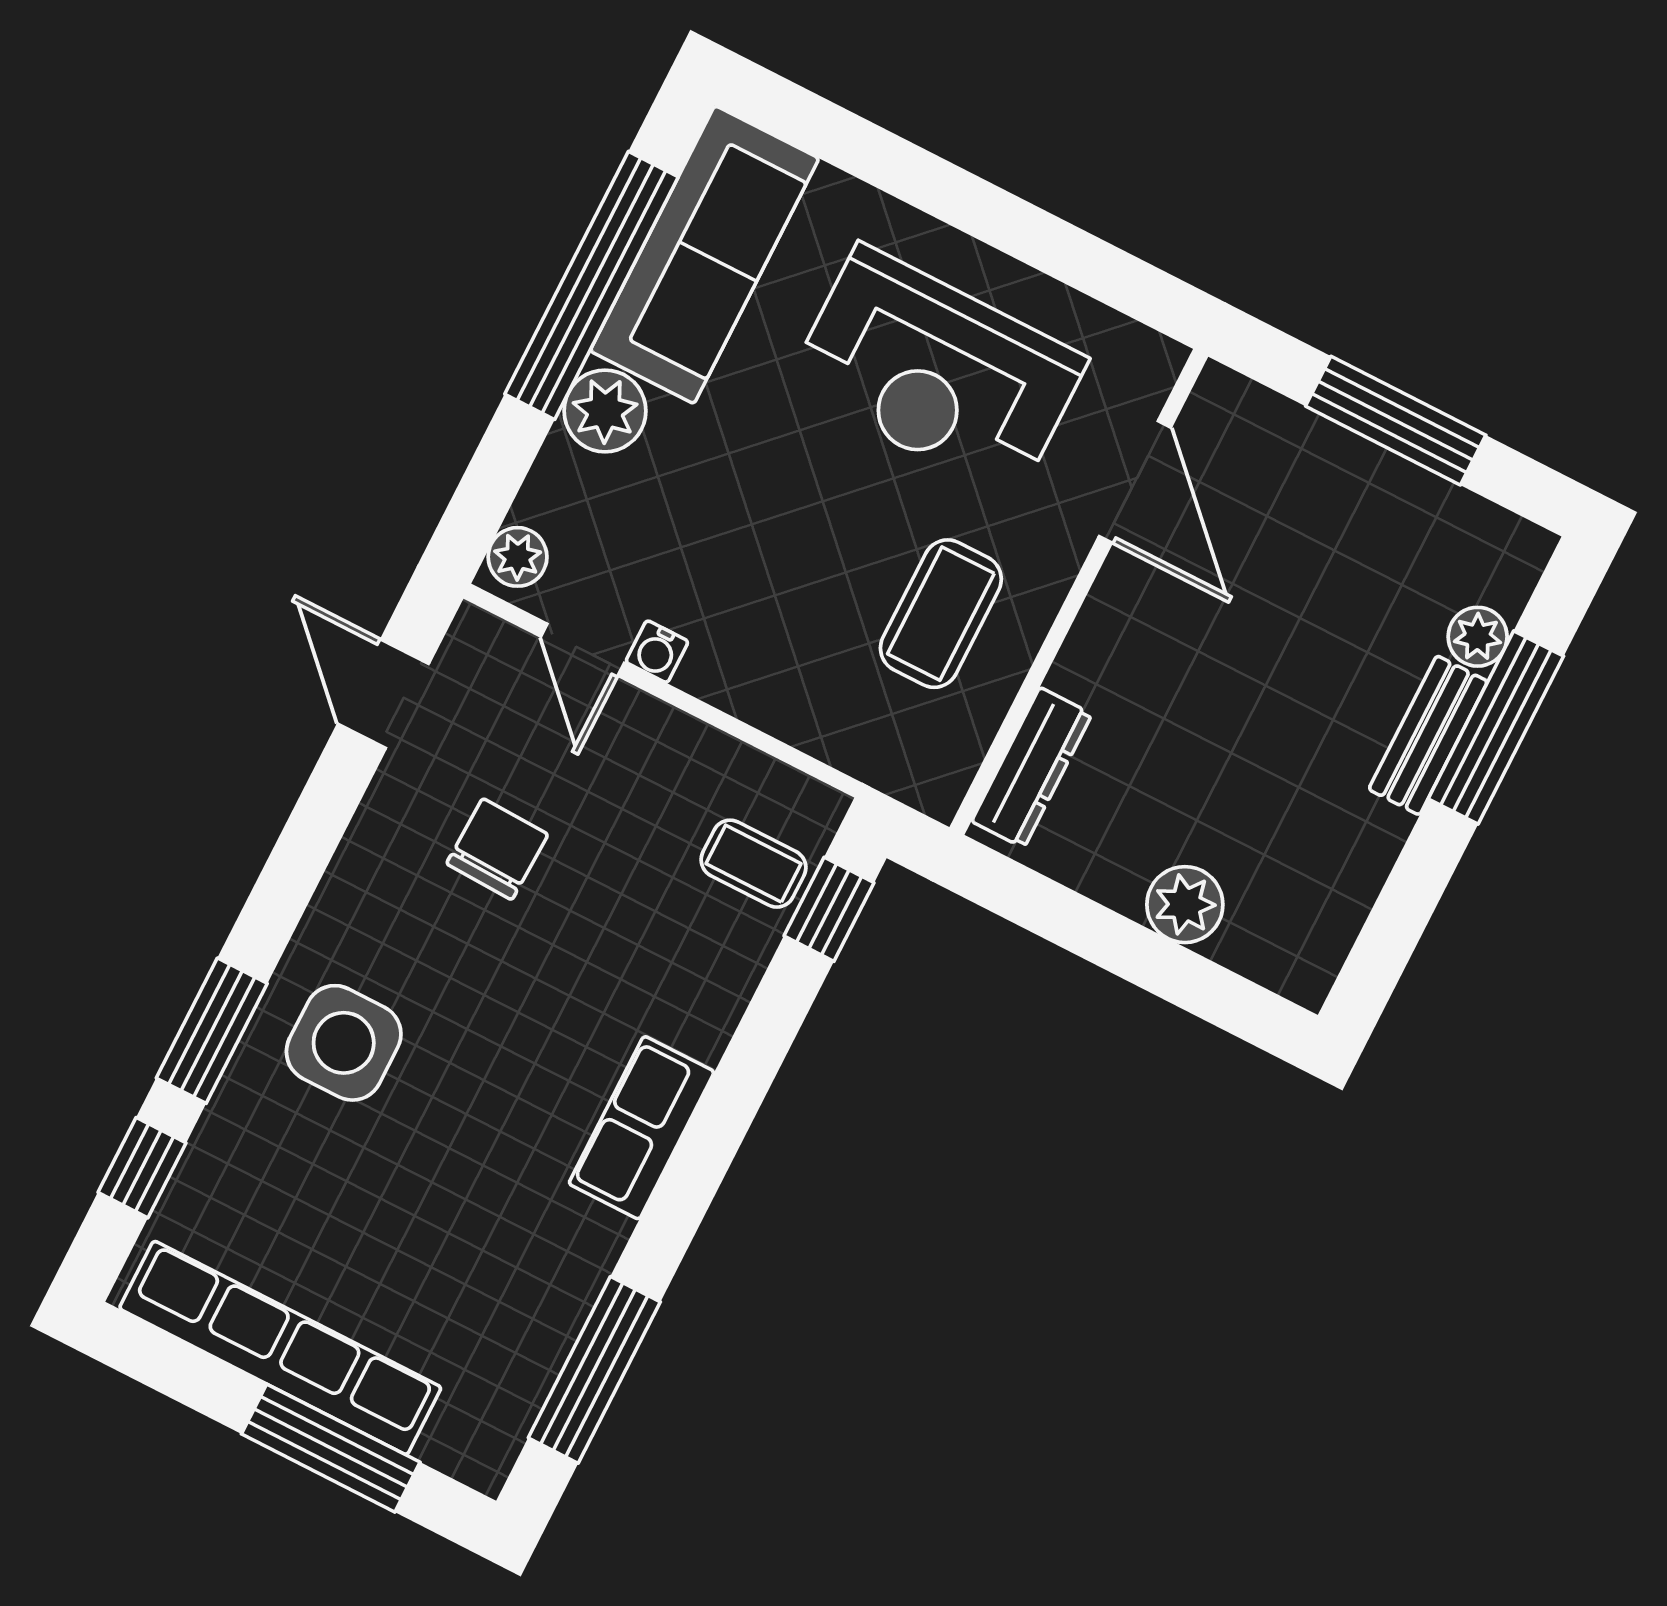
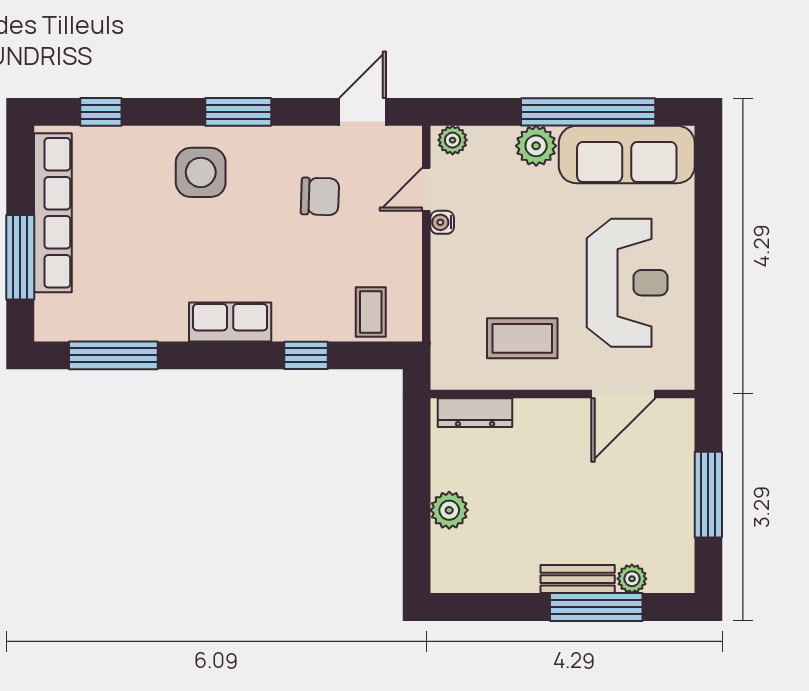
reception desk: (937, 372) -> (627, 283), turned 180
window: (829, 909) -> (306, 355), moved
window: (212, 1031) -> (238, 112), moved

